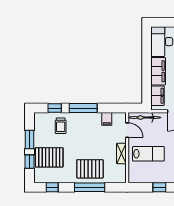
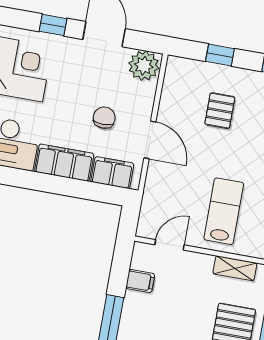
bicycle: (144, 118) -> (151, 206), removed
shelving: (121, 153) -> (235, 268), moved

